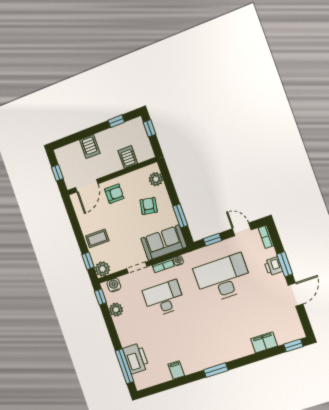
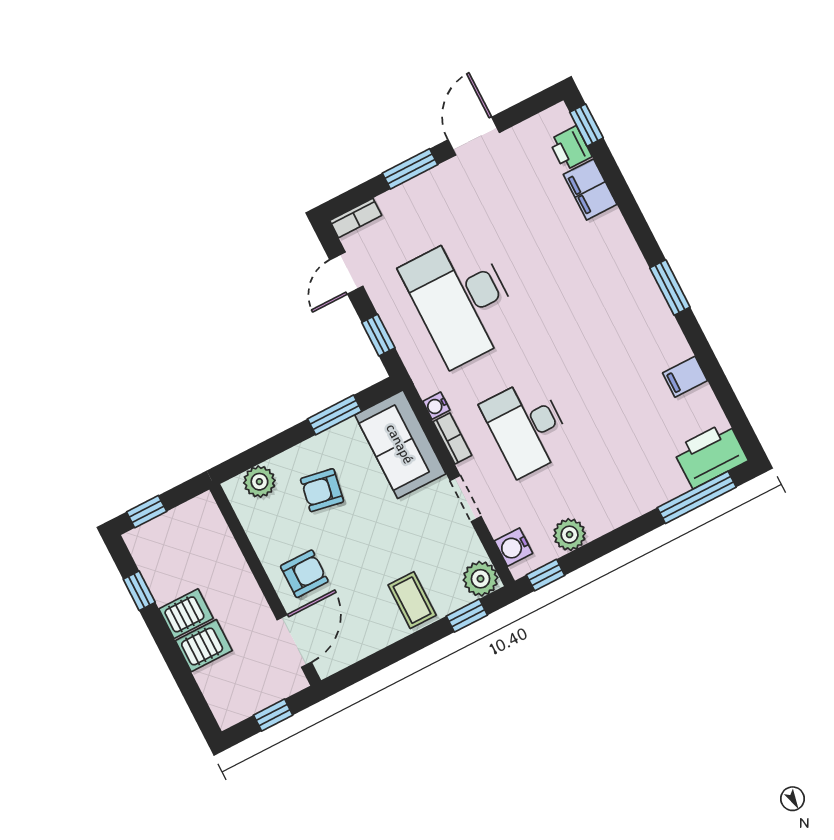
server rack: (128, 157) -> (186, 614), moved, turned 180
door: (87, 186) -> (294, 641), hinge flipped
armchair: (114, 194) -> (304, 574), turned 90
printer: (273, 266) -> (570, 148), moved, turned 90
door: (296, 295) -> (474, 136), hinge flipped
printer: (136, 358) -> (710, 455), moved

